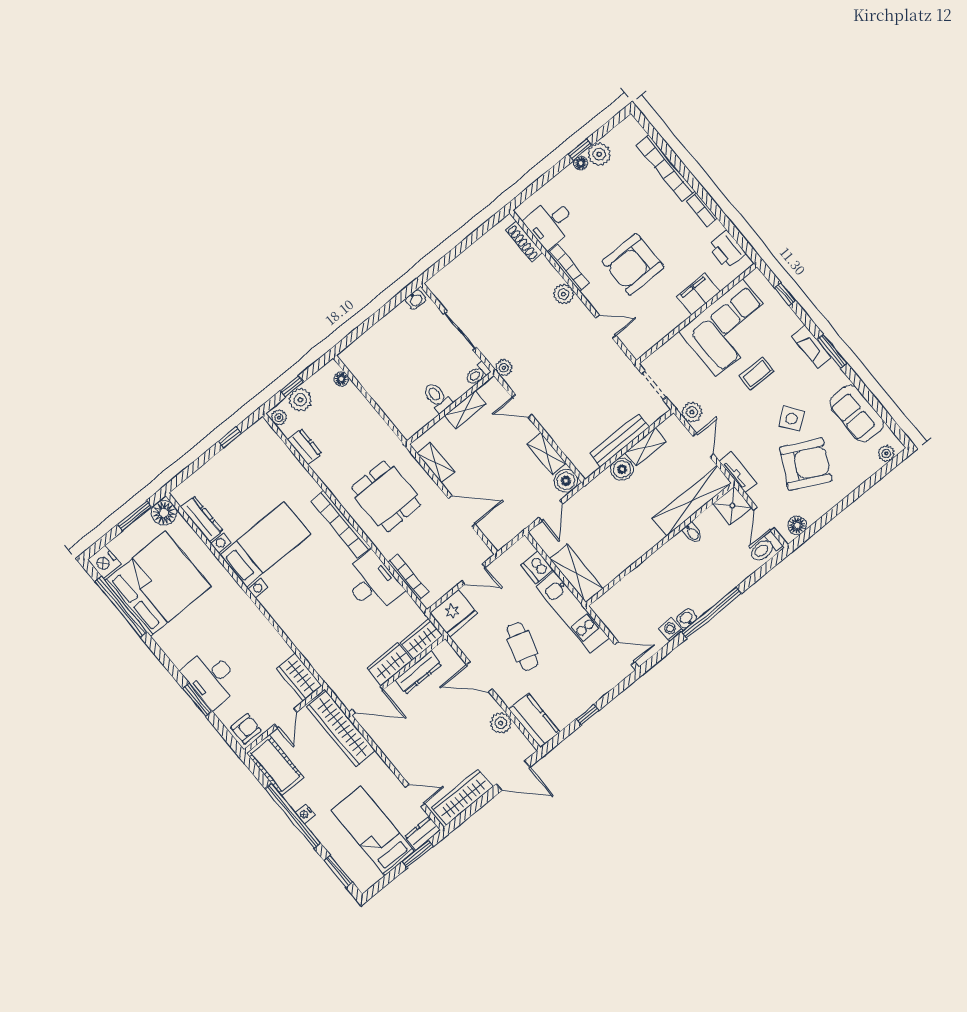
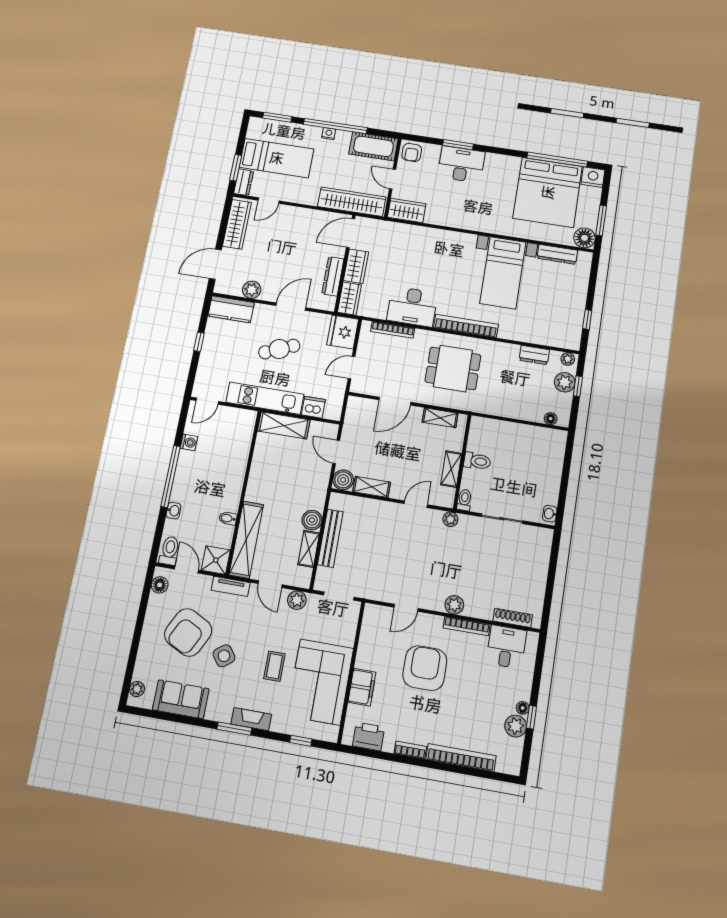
washbasin: (687, 618) -> (174, 511), moved
cafe table: (523, 646) -> (279, 349), turned -40

